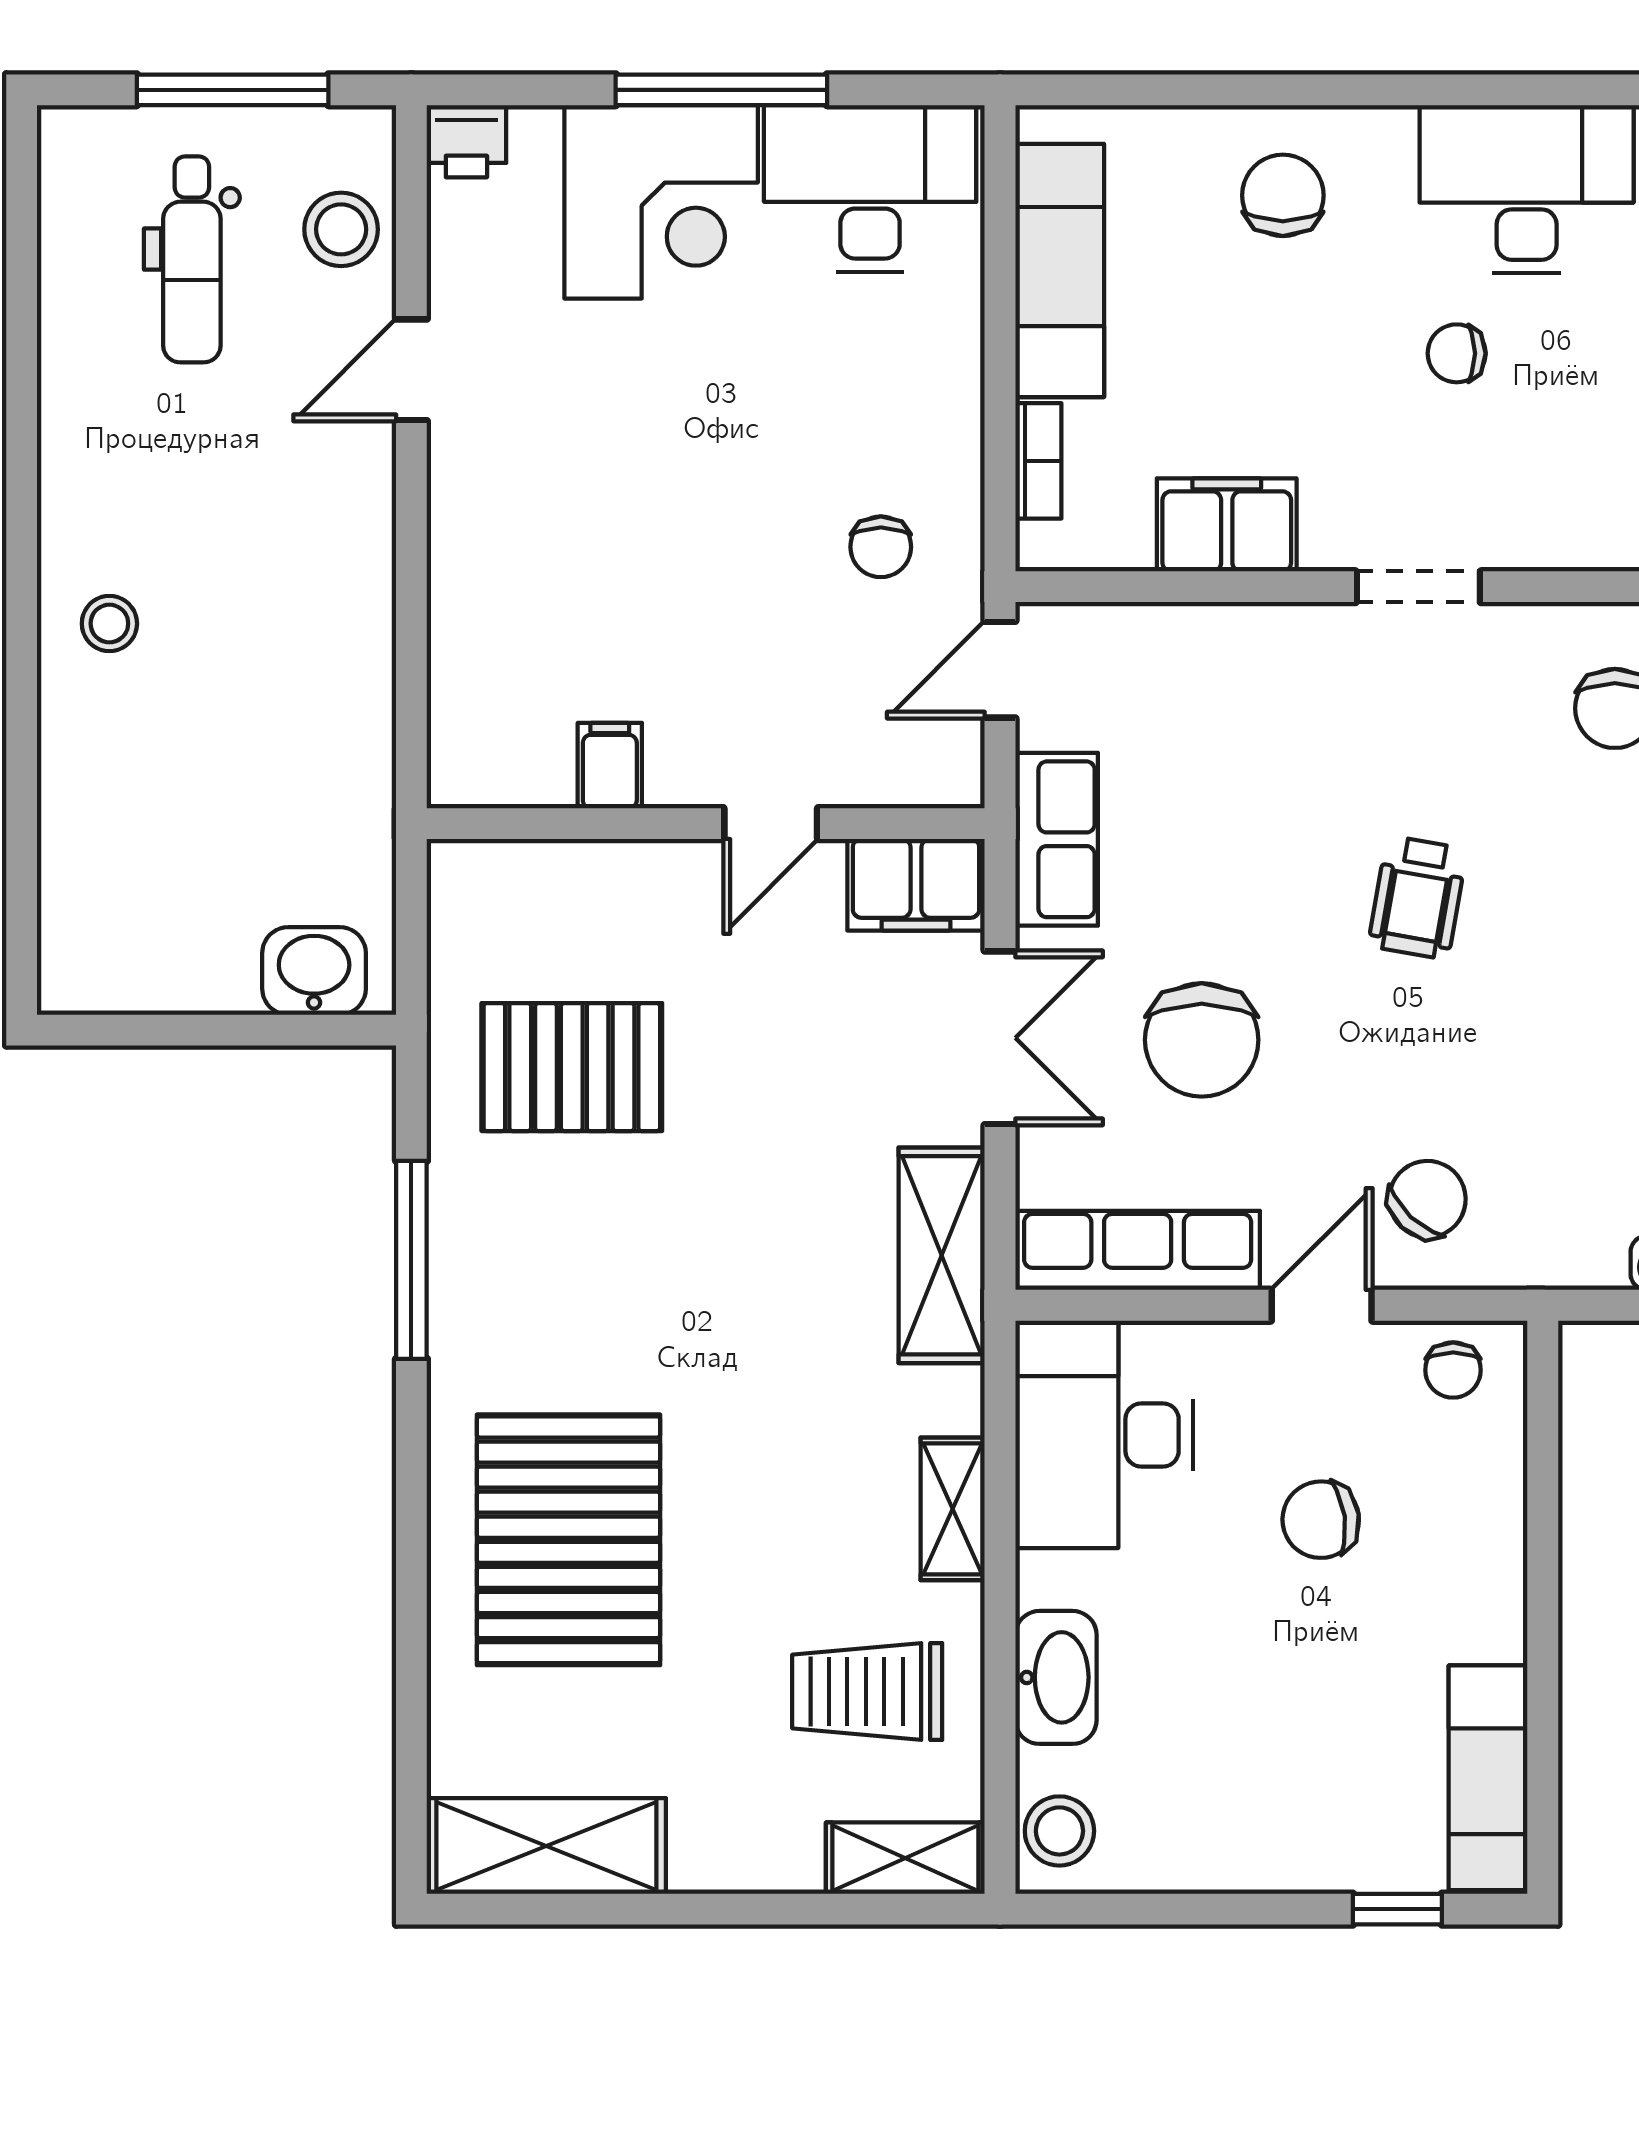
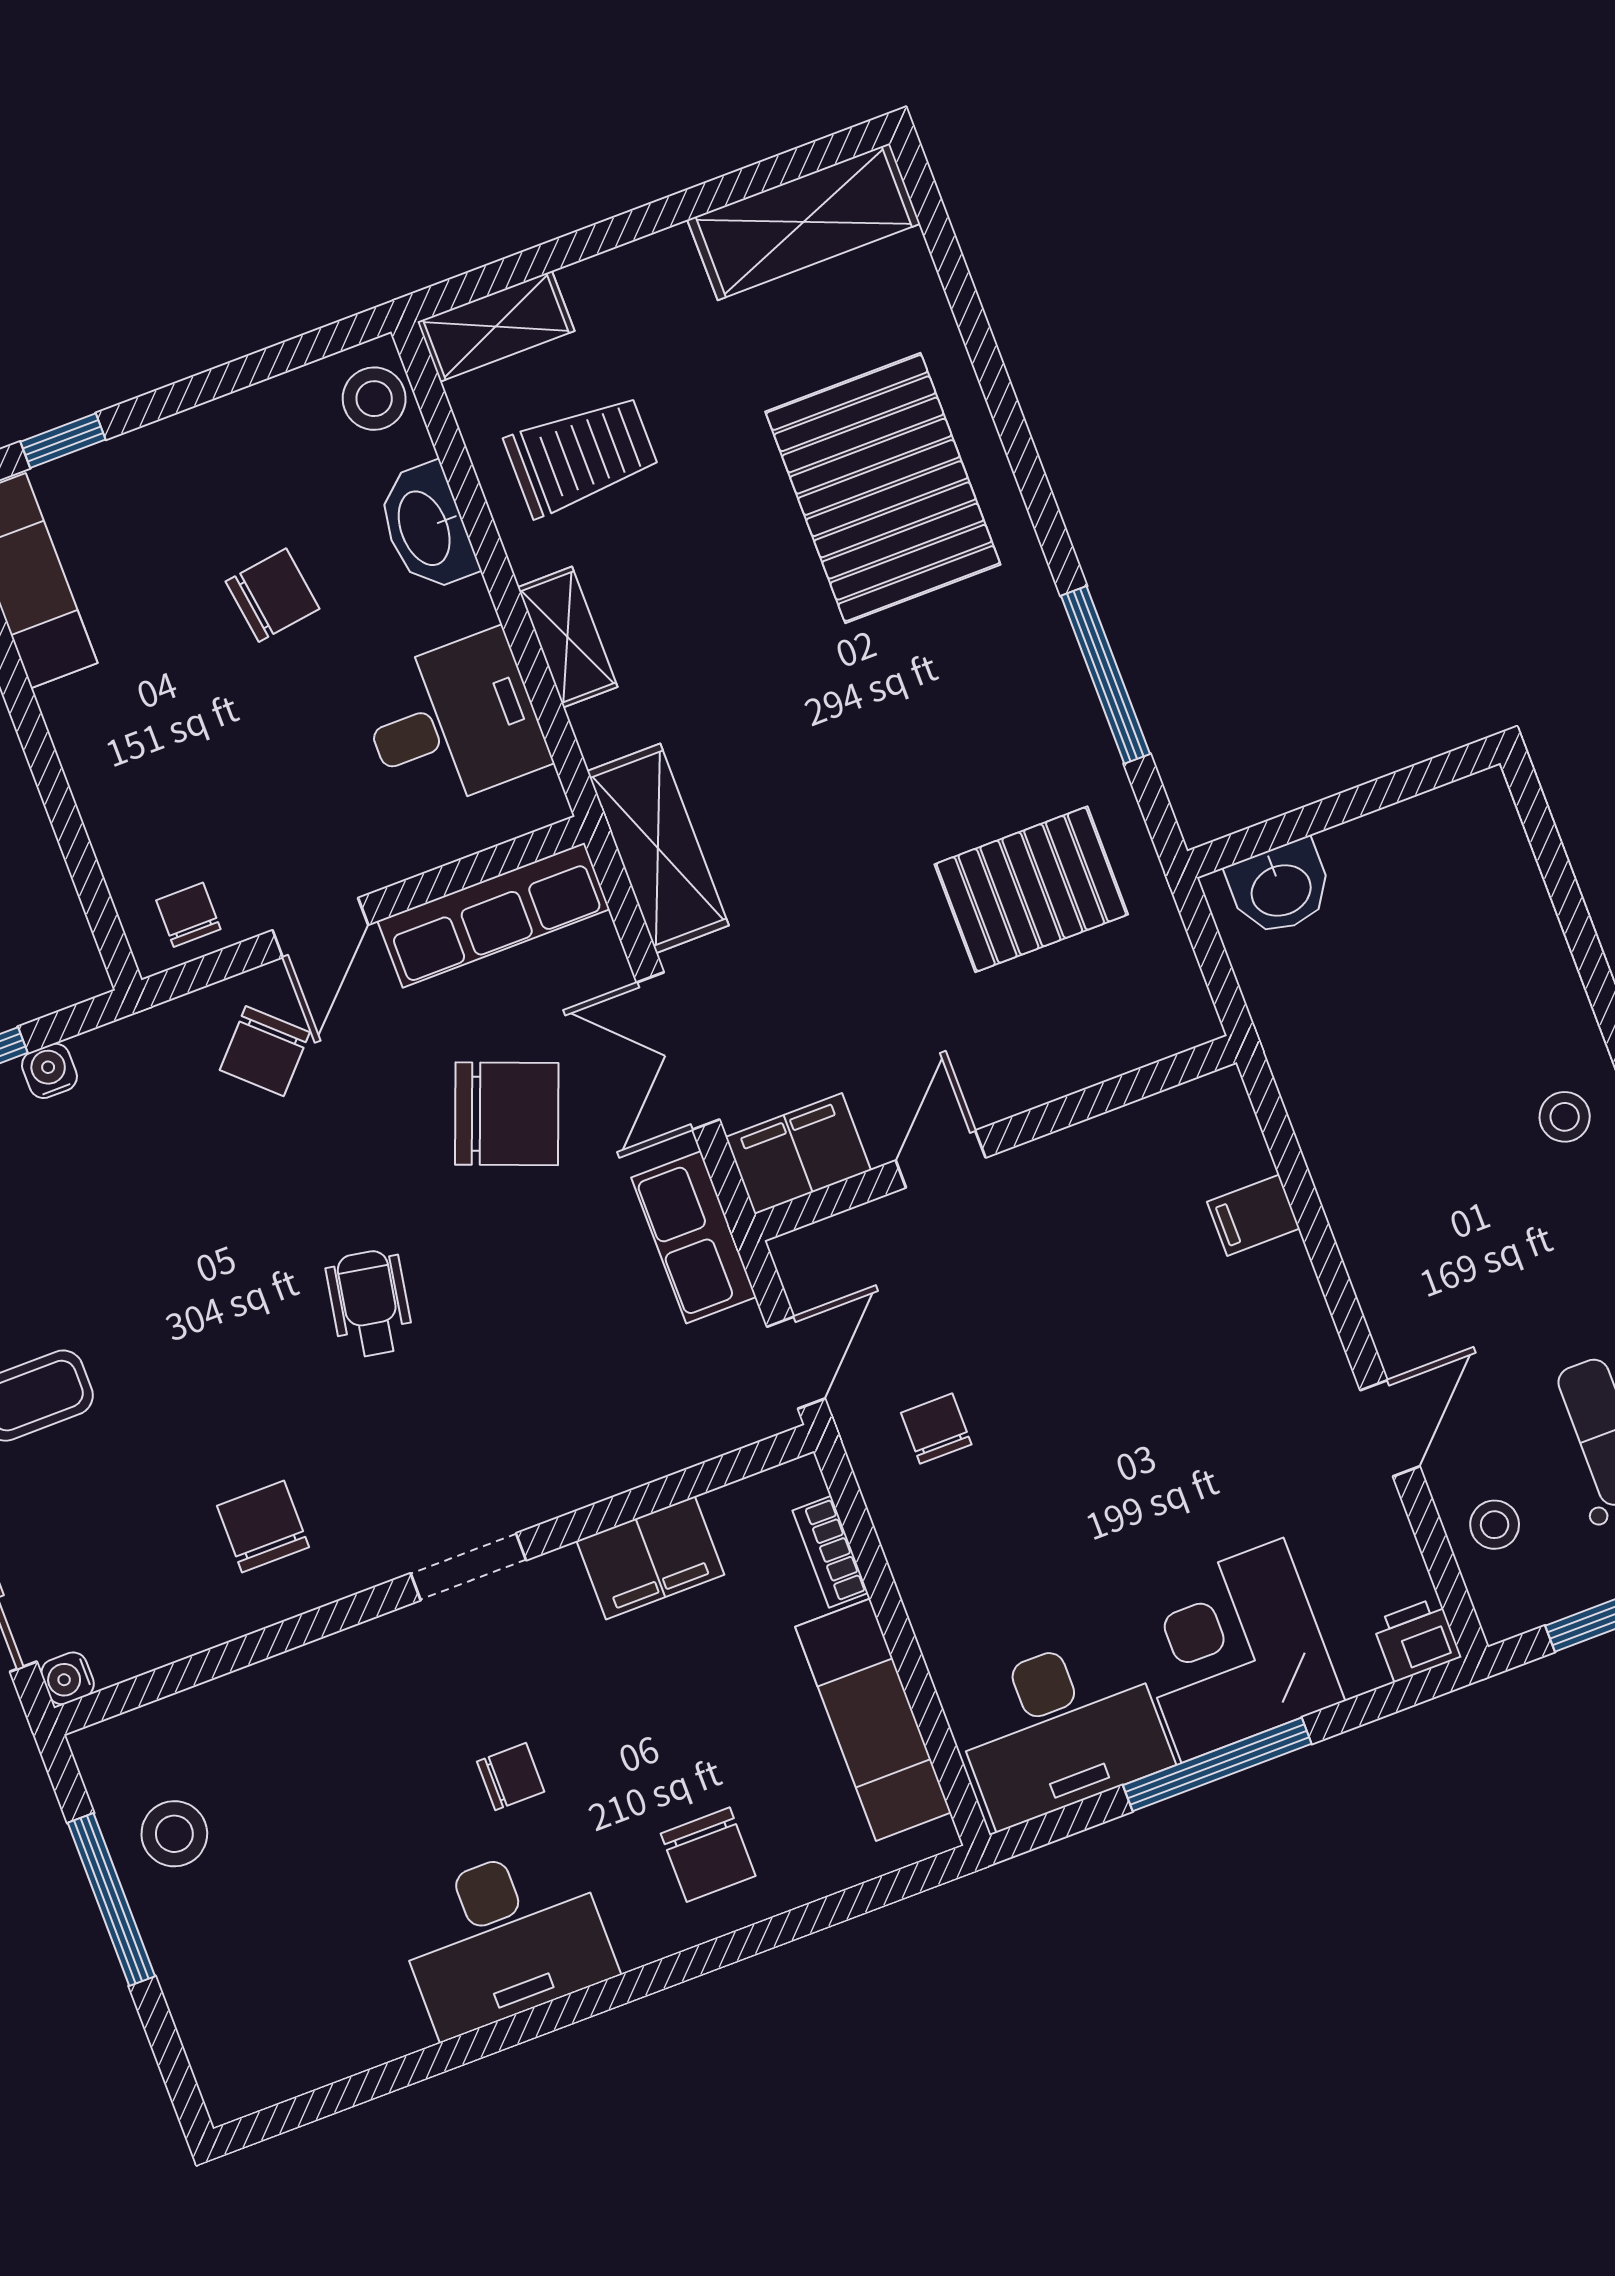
stool: (341, 229) -> (1495, 1525), width x0.73, depth x0.73
filing cabinet: (610, 766) -> (1253, 1215), moved, turned 90
chair: (1202, 1040) -> (507, 1114), turned 111
desk: (1104, 1435) -> (453, 722), width x0.73
chair: (1321, 1520) -> (273, 595), moved

